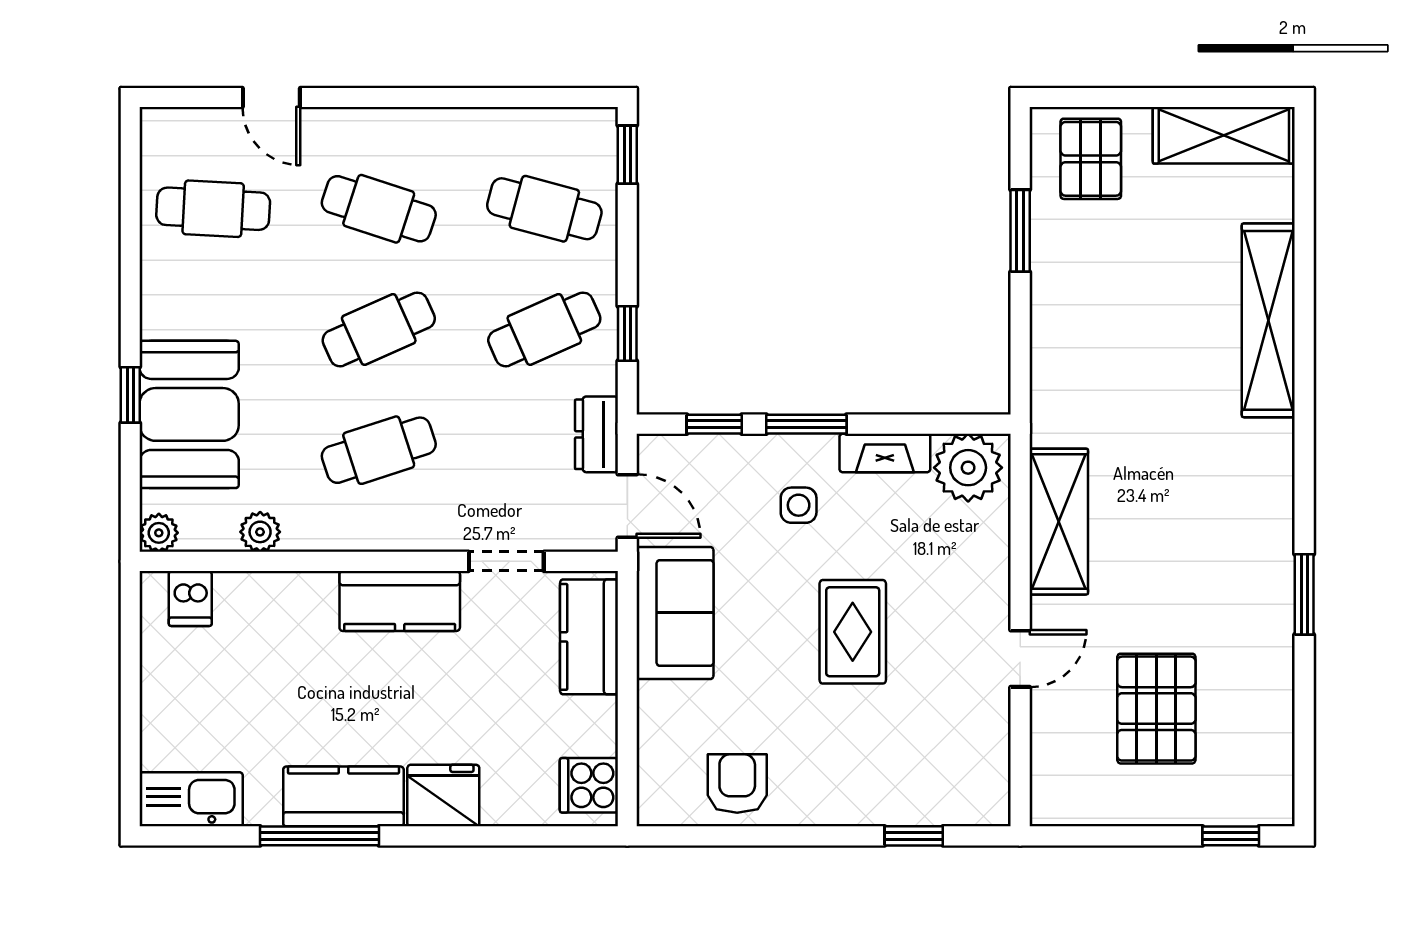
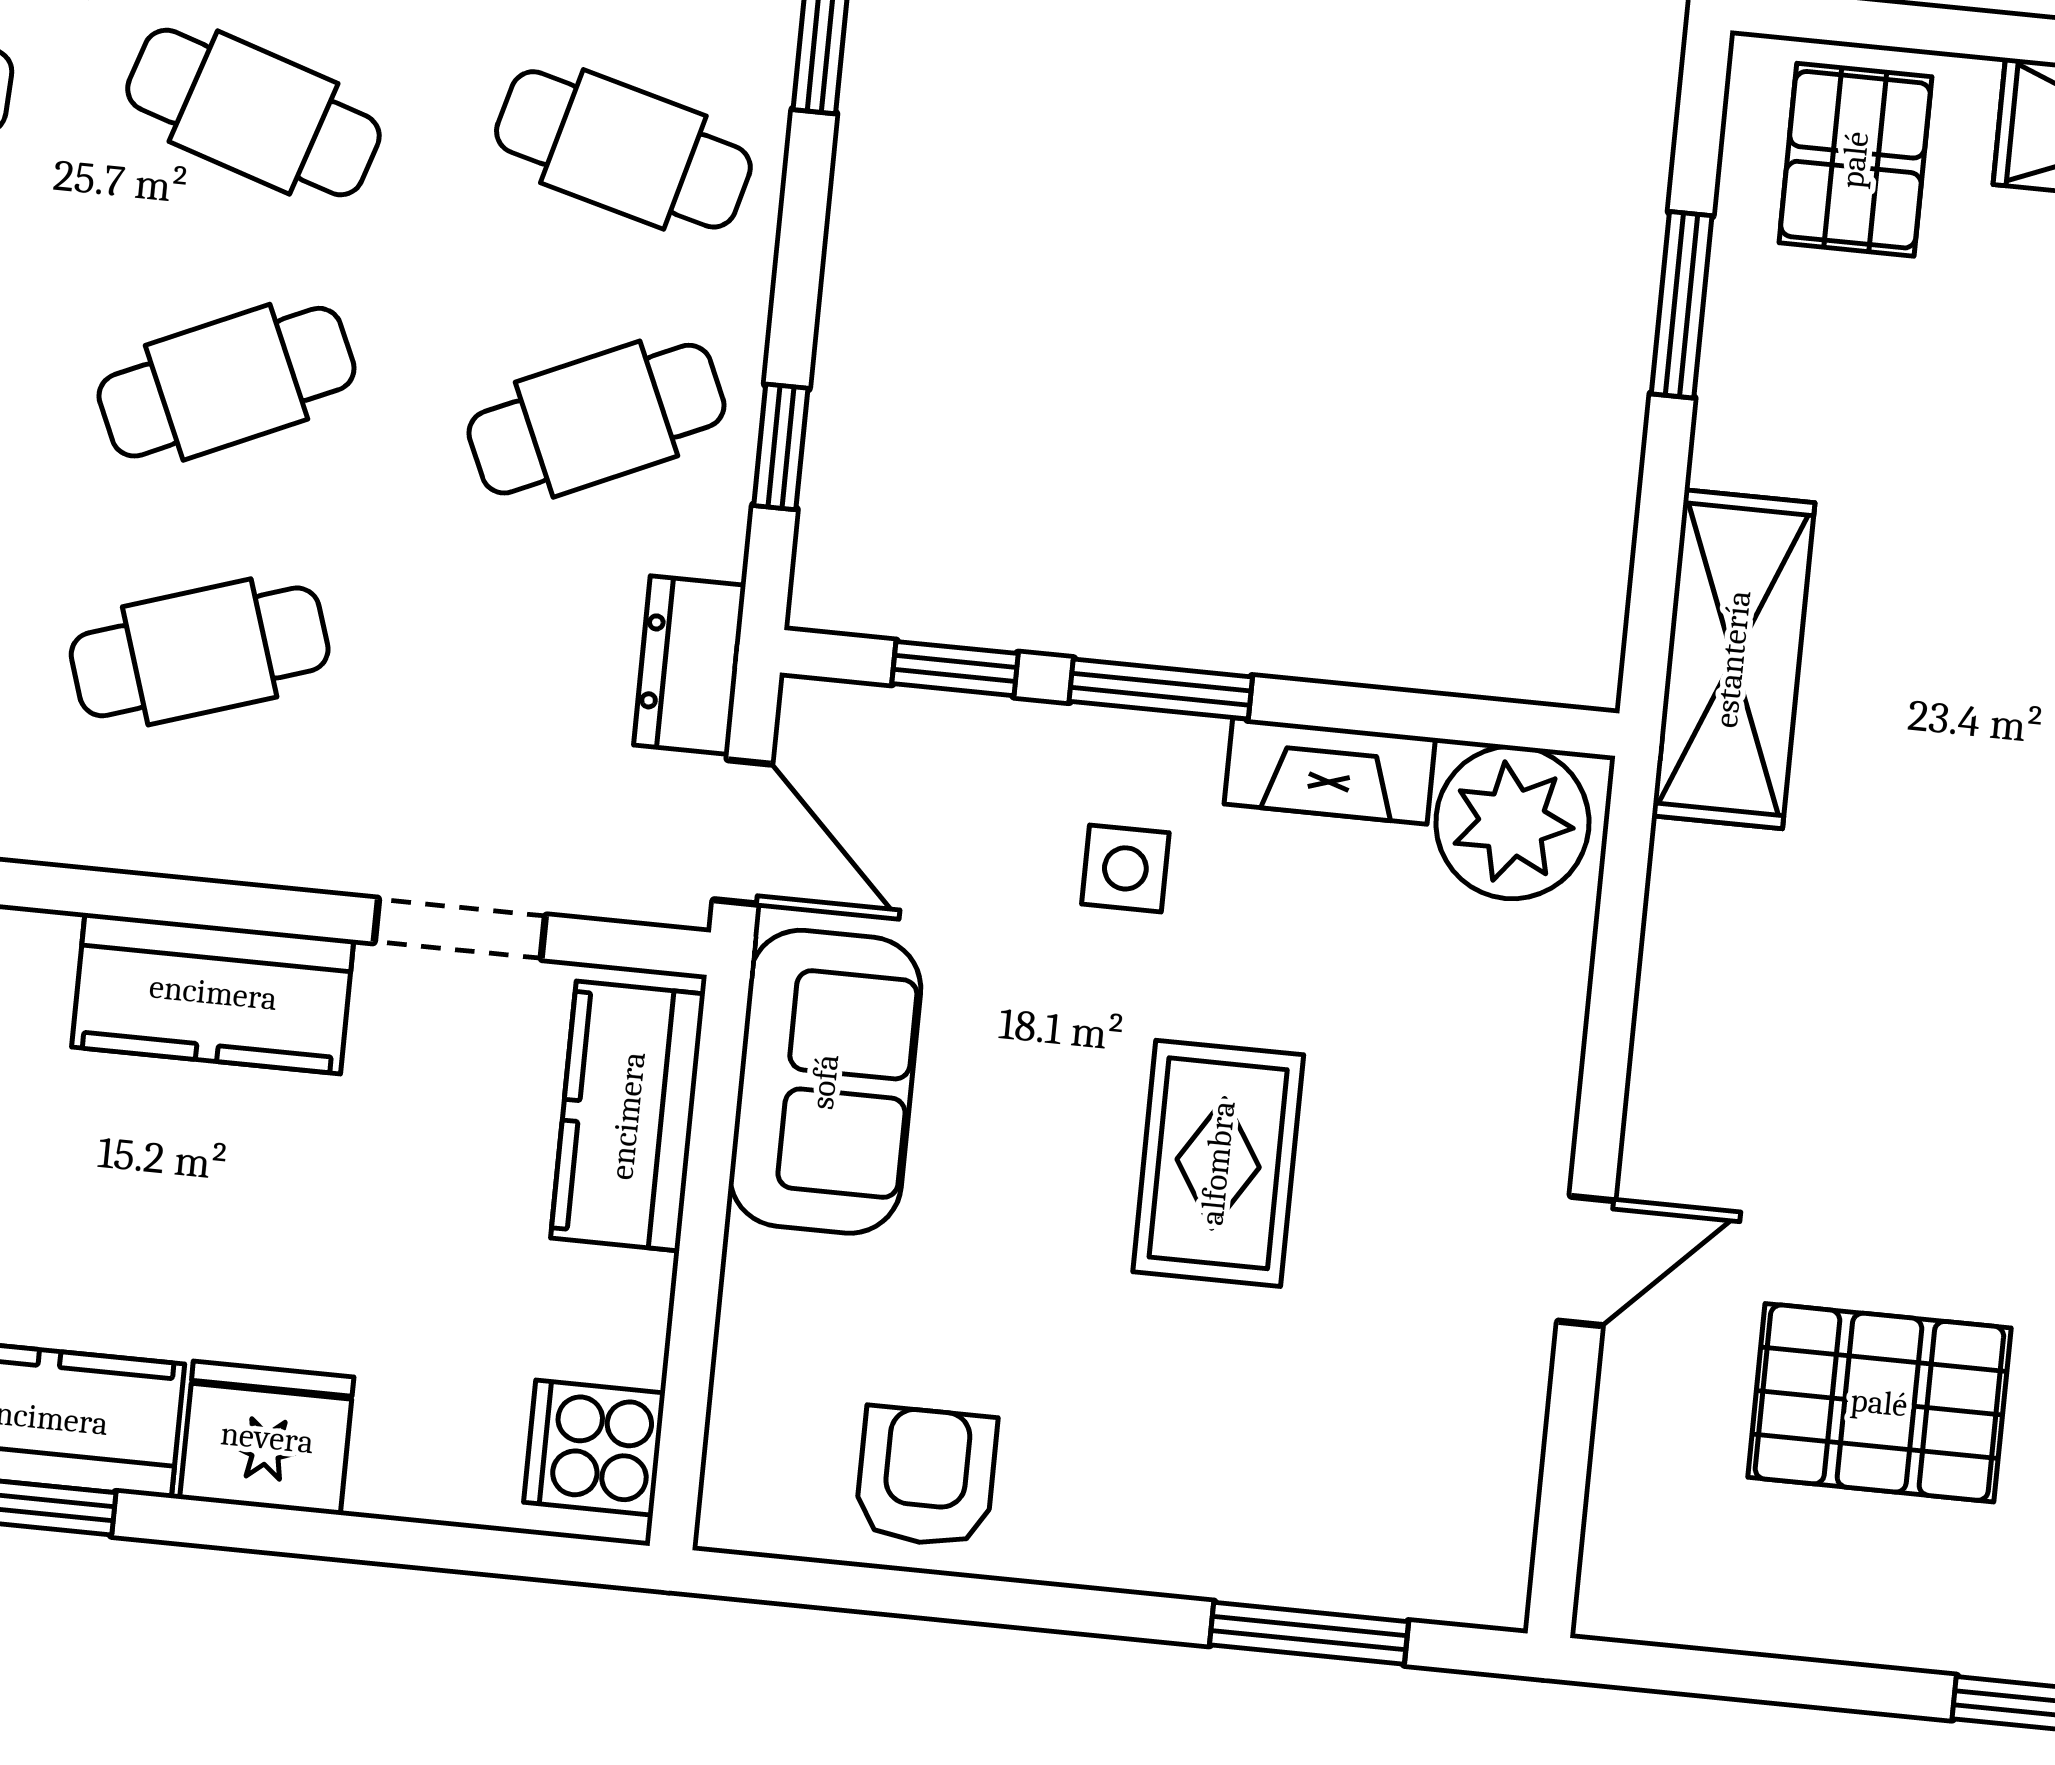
shelving: (1059, 522) -> (1733, 659), moved
pallet: (1156, 709) -> (1879, 1403), turned 90
window: (914, 836) -> (1309, 1633), width x1.50

